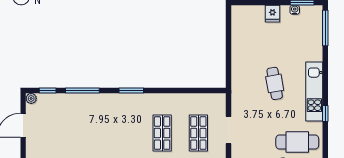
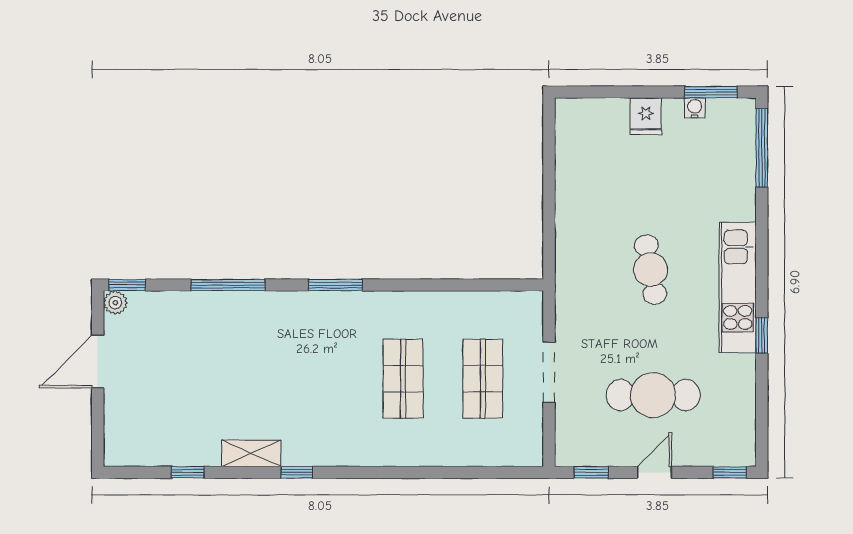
window: (48, 90) -> (127, 285), moved
cafe table: (297, 142) -> (653, 395), moved

